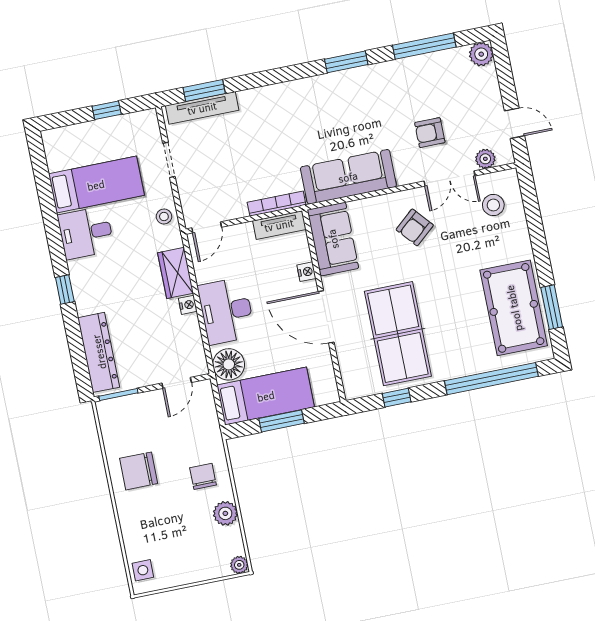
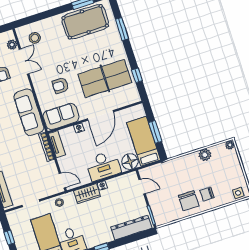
armchair: (415, 227) -> (60, 86), moved, turned 131
window: (491, 379) -> (122, 29), width x0.47
chair: (203, 476) -> (207, 194), moved

